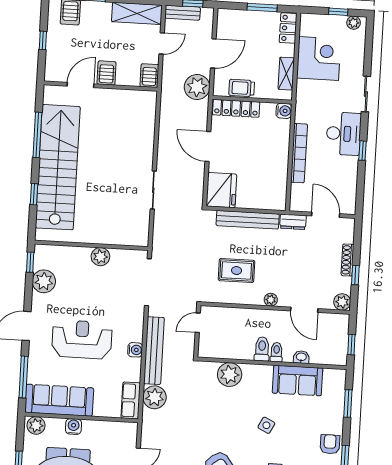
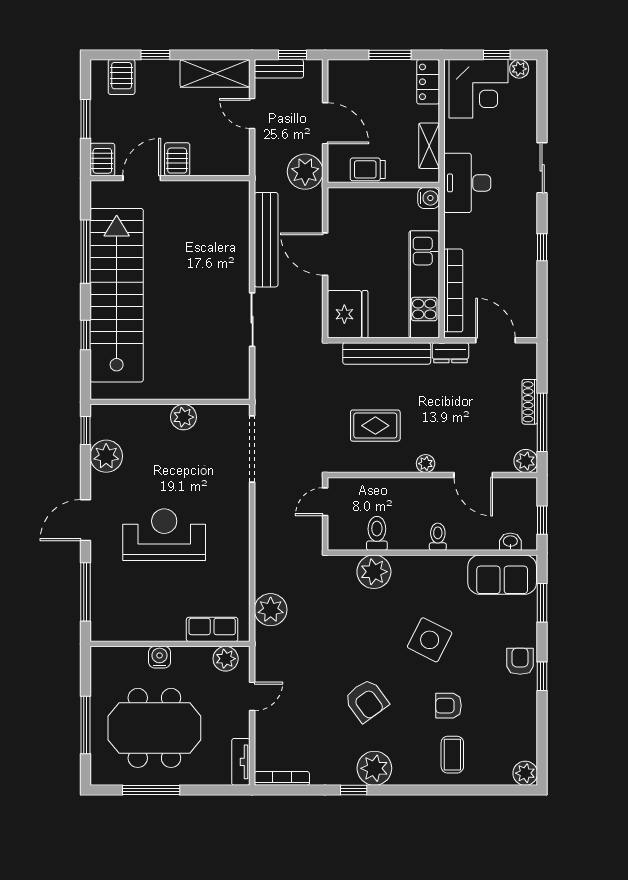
window: (43, 40) -> (85, 119), width x1.50
door: (162, 43) -> (252, 113), swing flipped
door: (213, 53) -> (325, 123), hinge flipped
corner desk: (319, 58) -> (479, 89), moved, turned 90
server rack: (149, 76) -> (102, 160), moved
locker: (236, 108) -> (362, 198), removed
desk: (344, 134) -> (467, 183), moved, turned 180
bookcase: (299, 153) -> (453, 290), moved
kitchen unit: (277, 172) -> (424, 284), added
window: (355, 275) -> (542, 422), width x2.17
toilet: (262, 349) -> (377, 533), moved
water cooler: (135, 350) -> (240, 545), removed
bench: (154, 351) -> (266, 240), moved
washbasin: (301, 357) -> (510, 542), moved
sofa: (297, 381) -> (502, 575), moved
sofa: (59, 400) -> (137, 622), removed
row of seats: (131, 400) -> (212, 629), moved, turned 90
plant: (36, 425) -> (226, 659), moved
side table: (266, 425) -> (430, 640), width x1.87, depth x1.87

